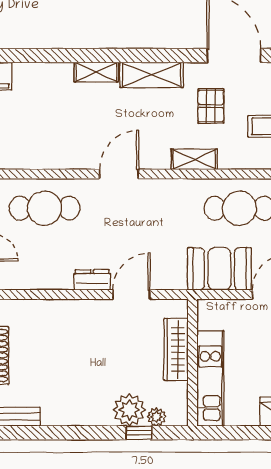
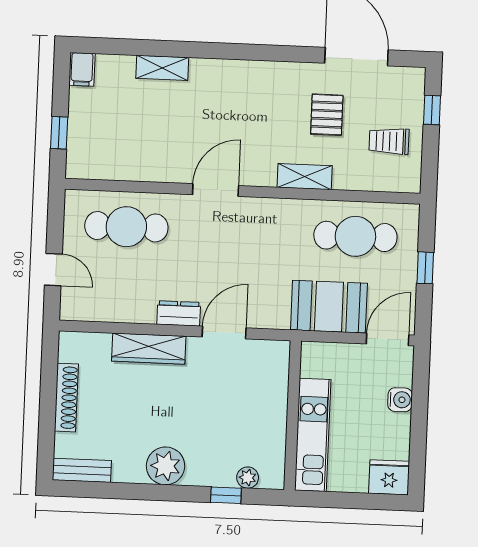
shelving: (96, 72) -> (162, 68), moved
shelving: (152, 75) -> (259, 75), removed
wardrobe: (176, 349) -> (149, 349), moved, turned -90
plant: (129, 410) -> (165, 466), moved

